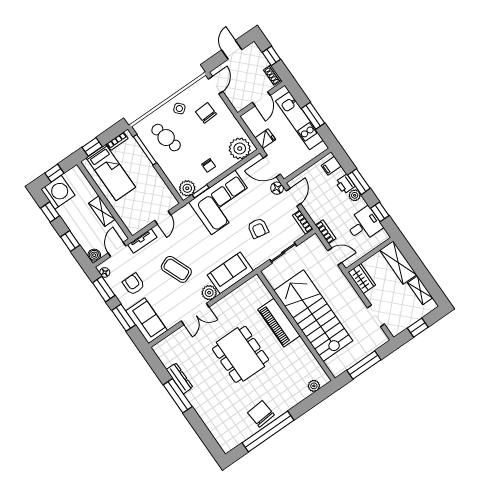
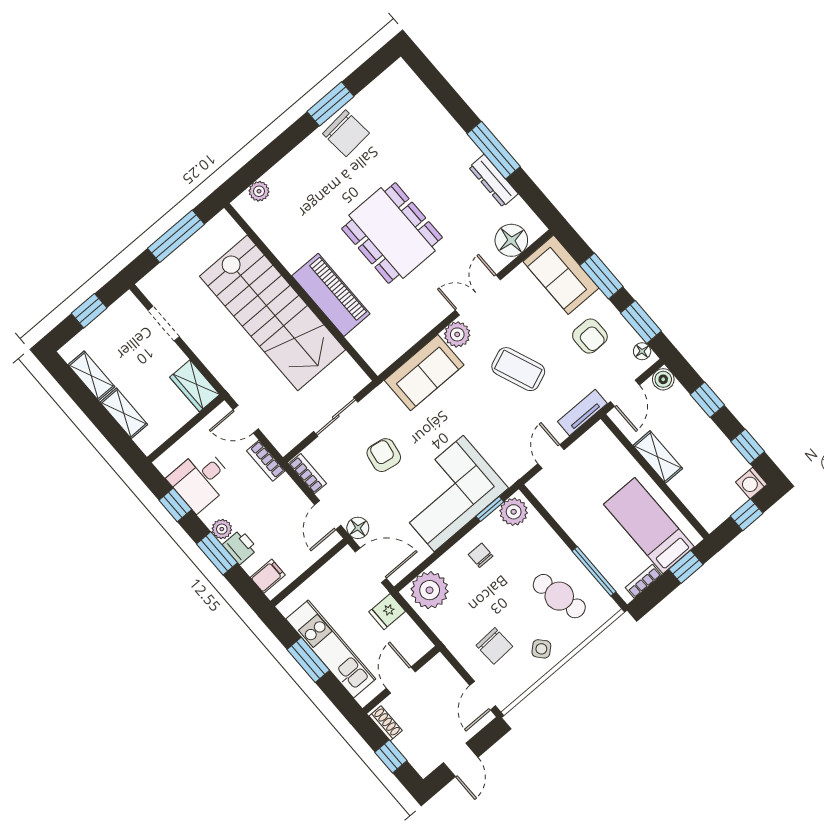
washing machine: (58, 192) -> (751, 483), width x0.53, depth x0.53
shelving: (398, 263) -> (124, 413), width x0.67, depth x0.75
floor lamp: (173, 343) -> (511, 240), added
window: (268, 432) -> (330, 104), width x0.47

